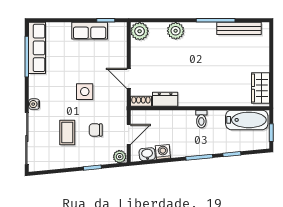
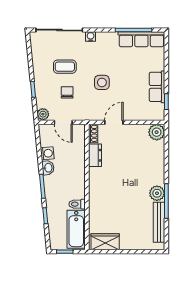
plant: (176, 31) -> (157, 193), moved
toilet: (201, 119) -> (77, 204), moved
washbasin: (147, 154) -> (48, 168), moved

